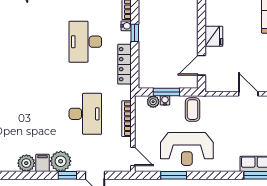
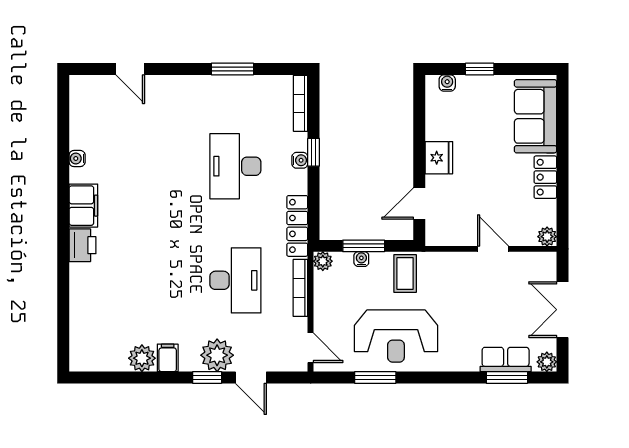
water cooler: (126, 26) -> (300, 160), moved
locker: (124, 64) -> (297, 226), moved
plant: (153, 102) -> (323, 261), moved
plant: (61, 161) -> (217, 355), moved

